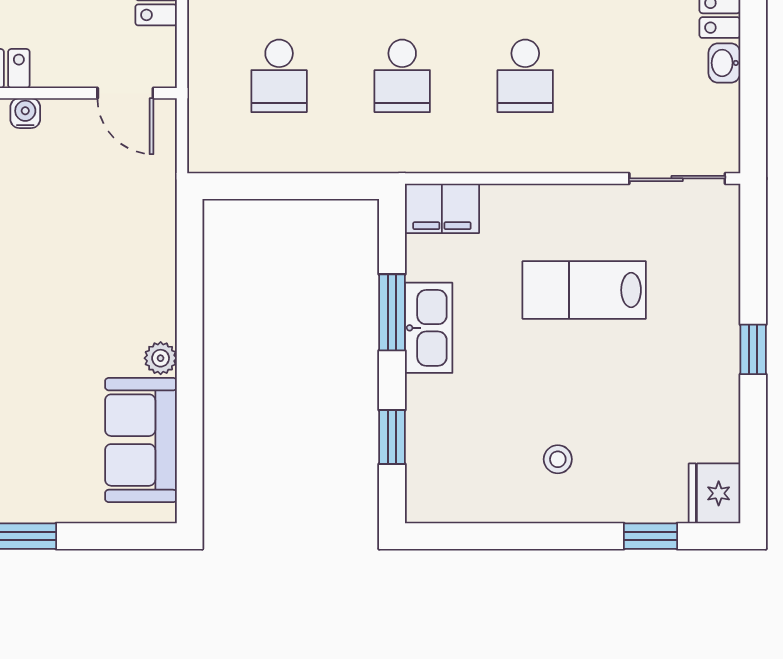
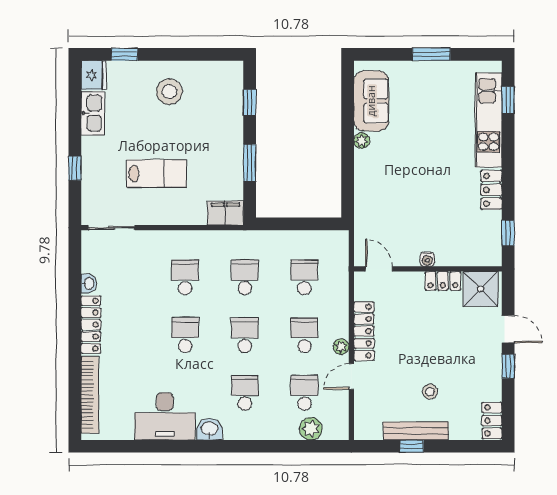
kitchen sink: (429, 328) -> (93, 113), moved, turned 180
window: (753, 349) -> (75, 168), moved
stool: (558, 459) -> (169, 92), width x1.89, depth x1.89

